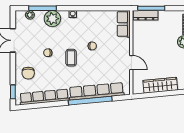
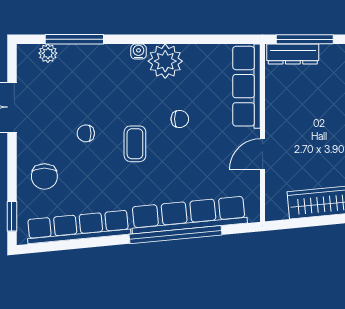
plant: (52, 19) -> (165, 61), moved
row of seats: (124, 24) -> (247, 86), width x1.48
door: (131, 63) -> (263, 154), swing flipped

